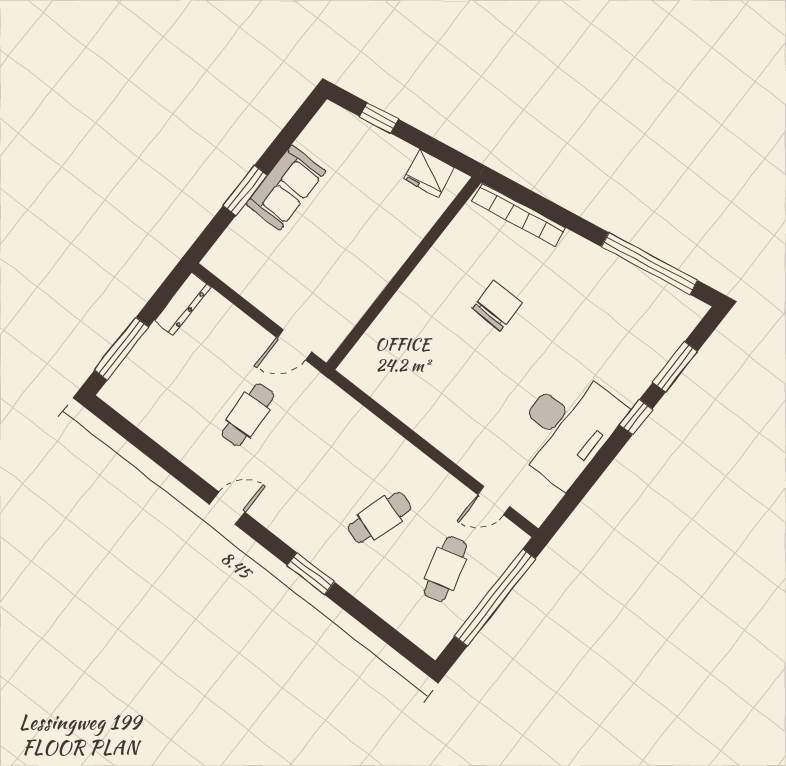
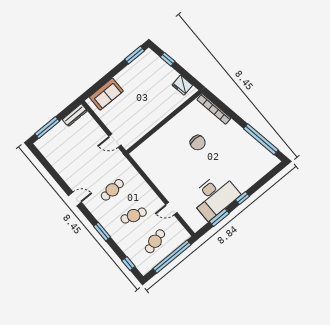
sofa: (286, 188) -> (106, 94), moved
window: (245, 190) -> (135, 55), moved
chair: (497, 306) -> (198, 143), turned 90
window: (675, 367) -> (219, 217), moved
cafe table: (248, 415) -> (112, 190), moved
door: (494, 500) -> (171, 209), moved
window: (392, 637) -> (128, 263), added

